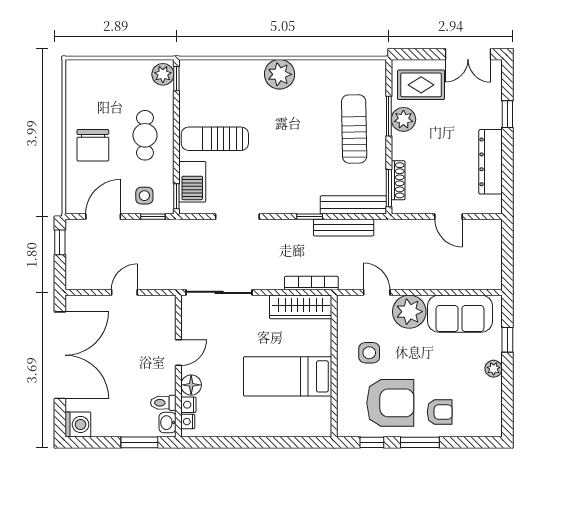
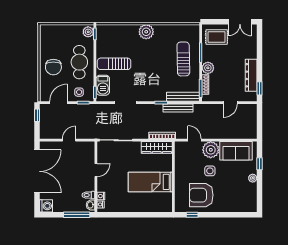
window: (507, 114) -> (259, 88), moved
plant: (403, 119) -> (208, 68), moved
cafe table: (145, 135) -> (79, 62), width x1.37, depth x1.35
door: (449, 217) -> (230, 103), hinge flipped
side table: (369, 353) -> (210, 171), moved
floor lamp: (191, 385) -> (102, 186), removed
armchair: (390, 403) -> (201, 195), turned 180
armchair: (440, 412) -> (226, 200), removed
window: (139, 442) -> (77, 215), width x1.44
window: (420, 442) -> (216, 215), removed

